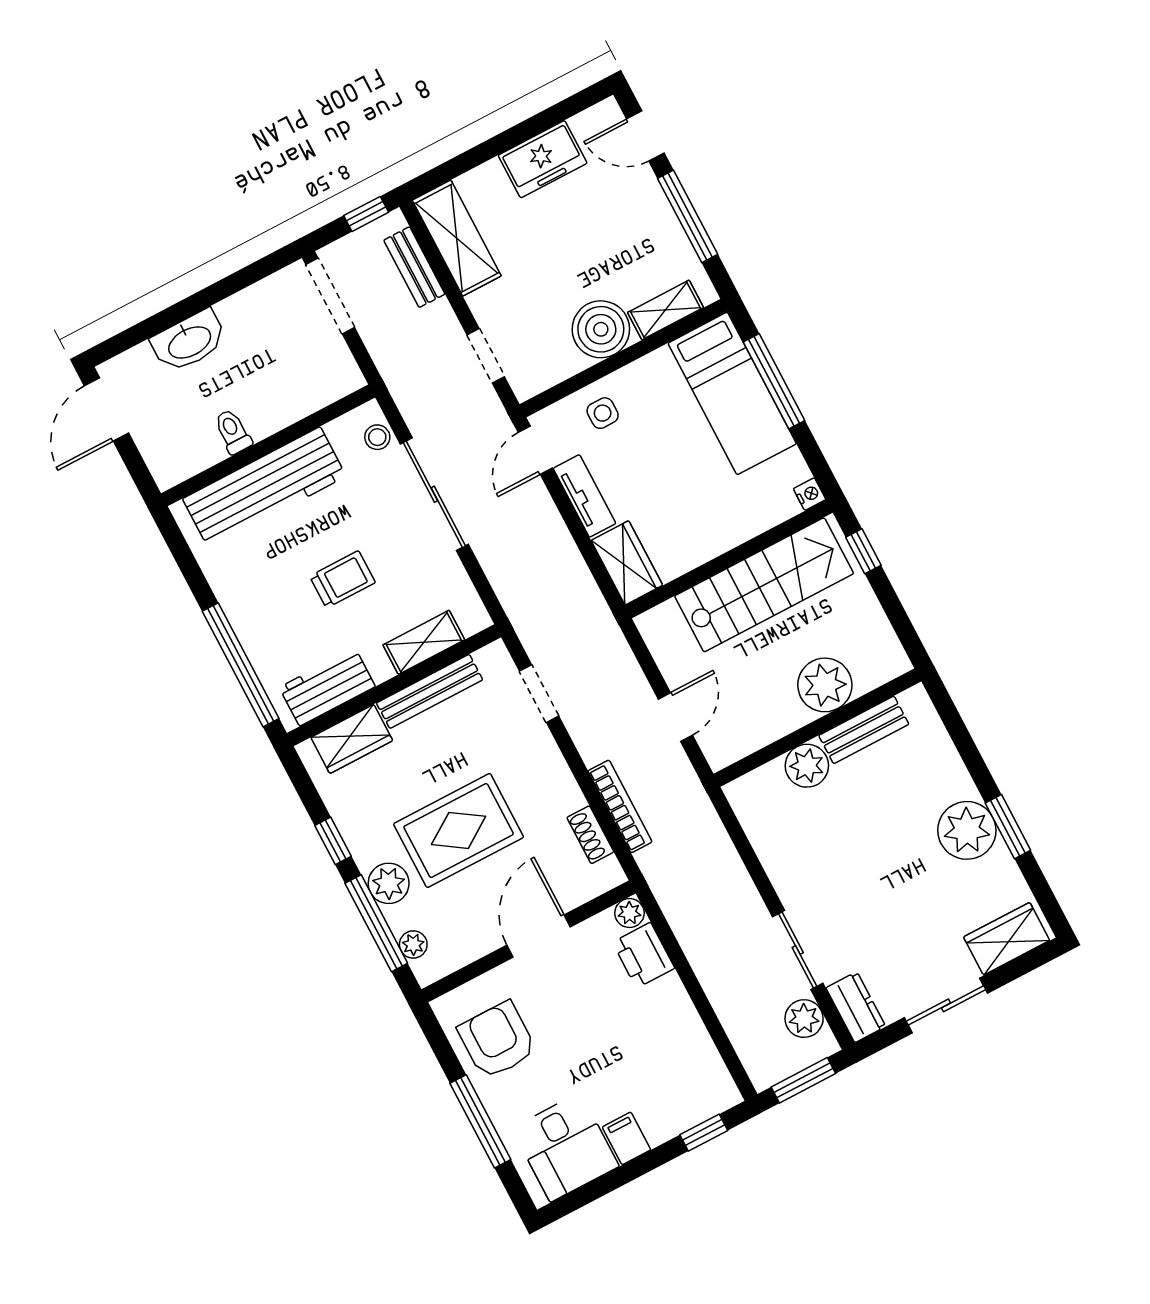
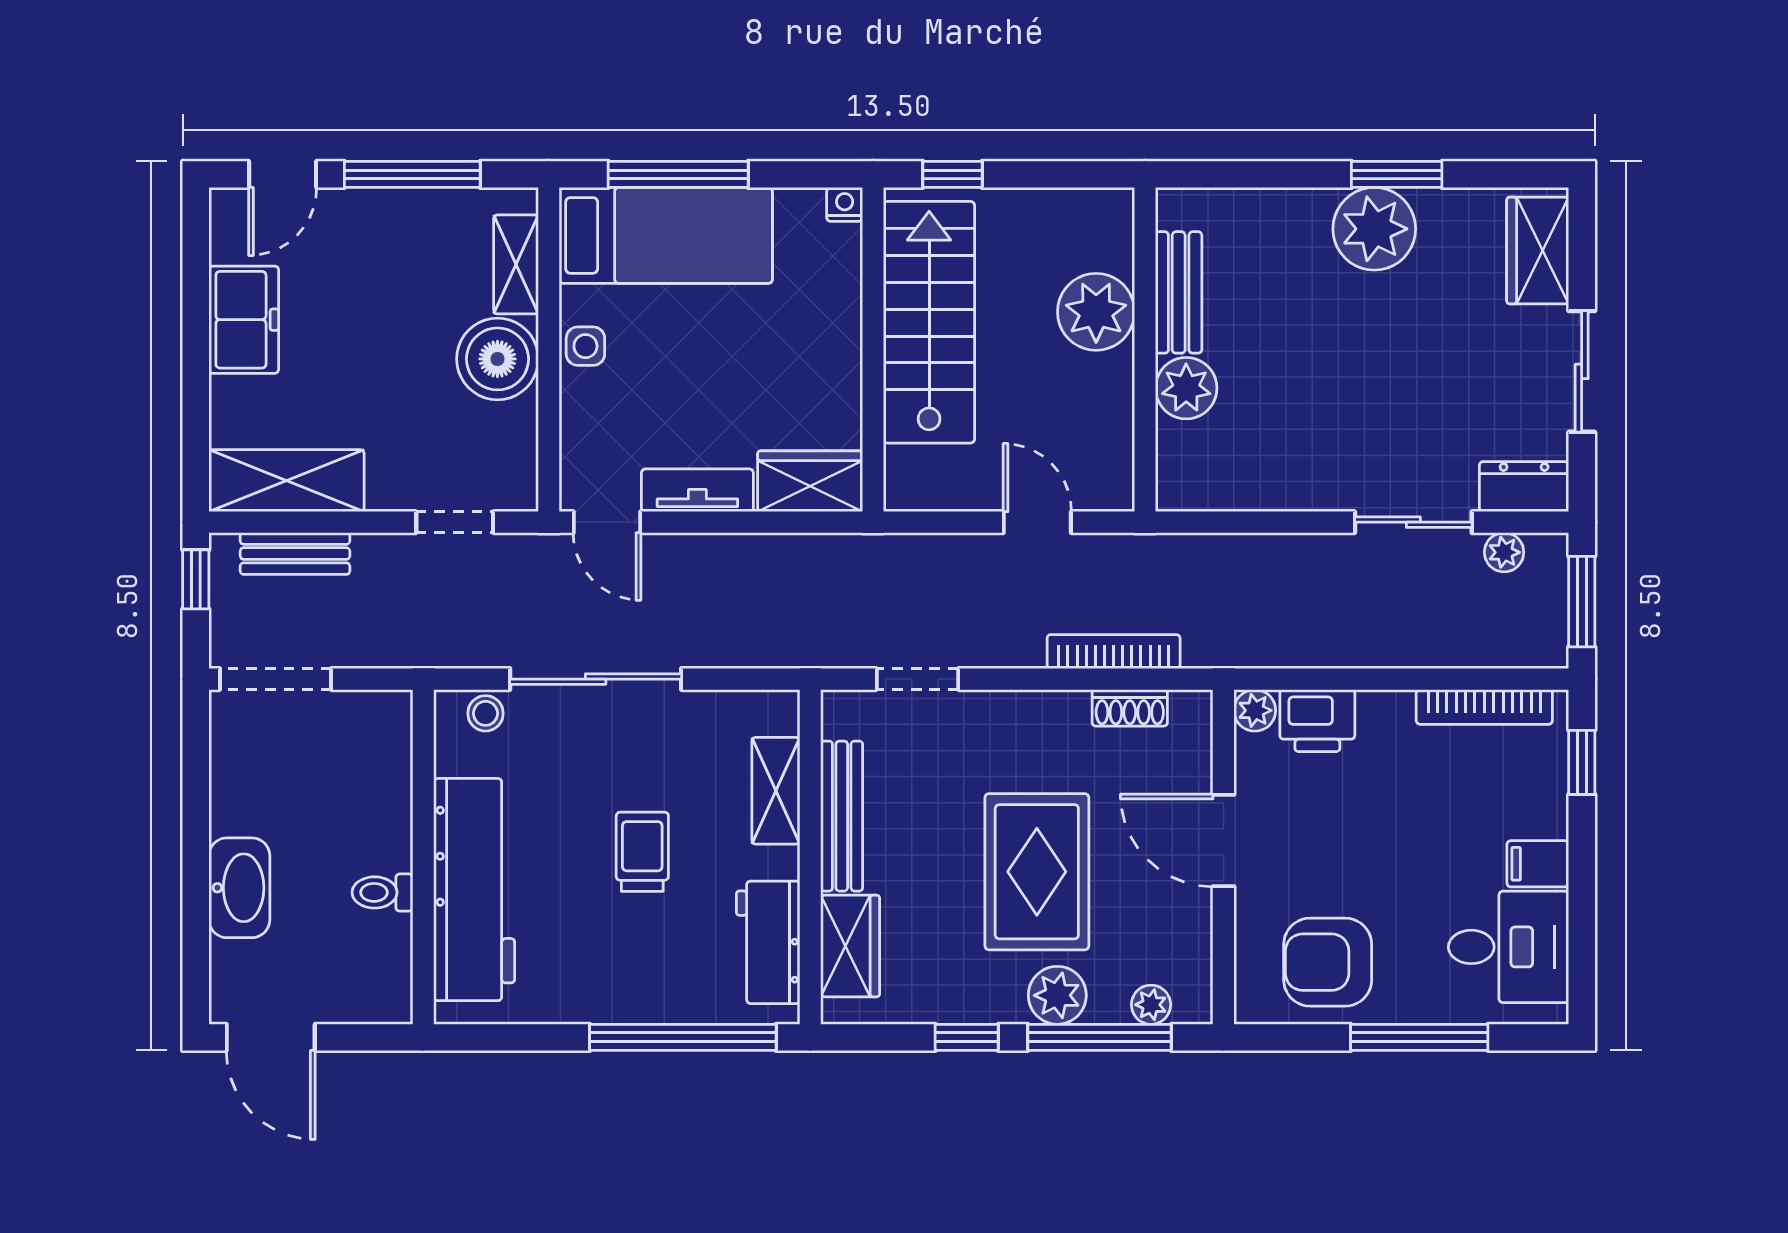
side table: (603, 413) -> (585, 346), moved
plant: (804, 1019) -> (1504, 552), width x0.73, depth x0.73
bookcase: (706, 1054) -> (1484, 707), added

